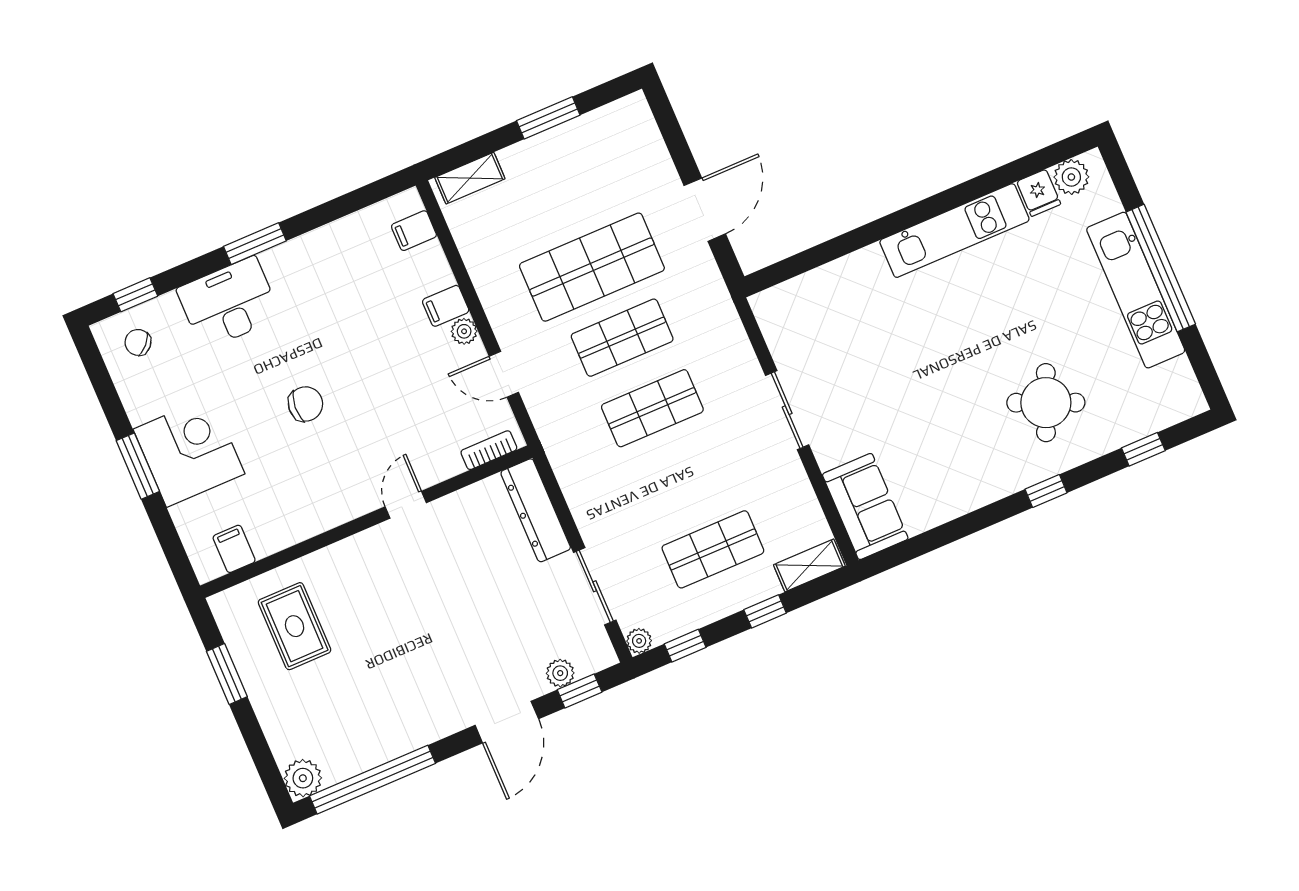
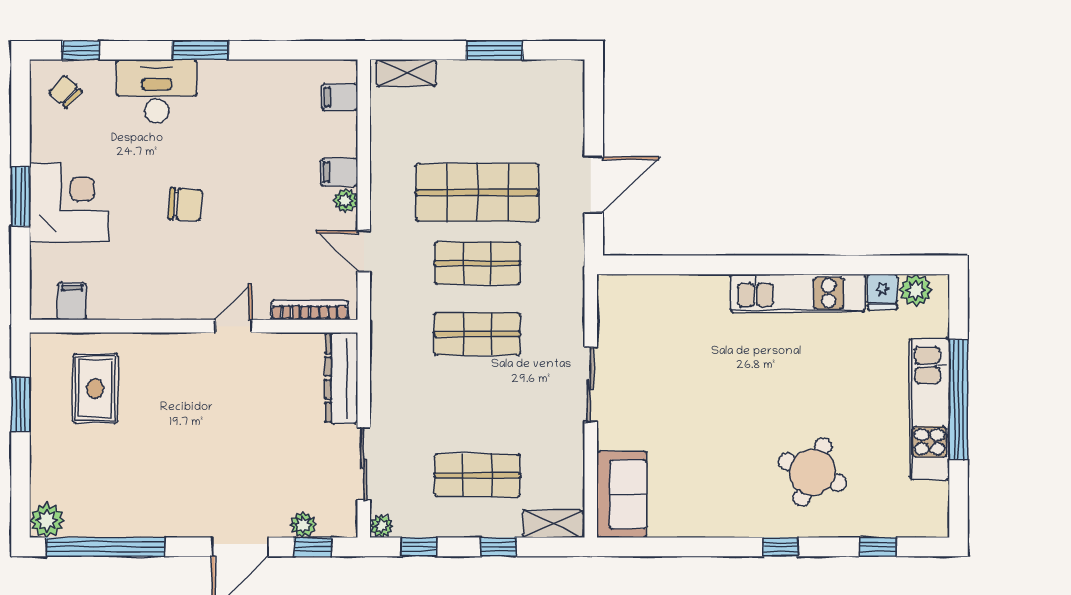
bookcase: (489, 450) -> (310, 310), width x1.56

